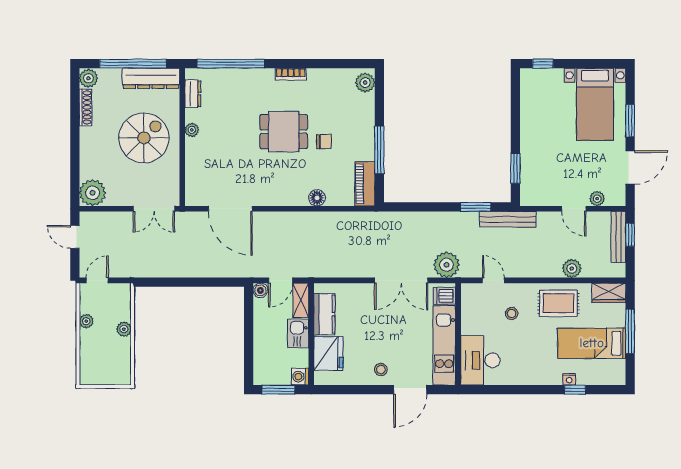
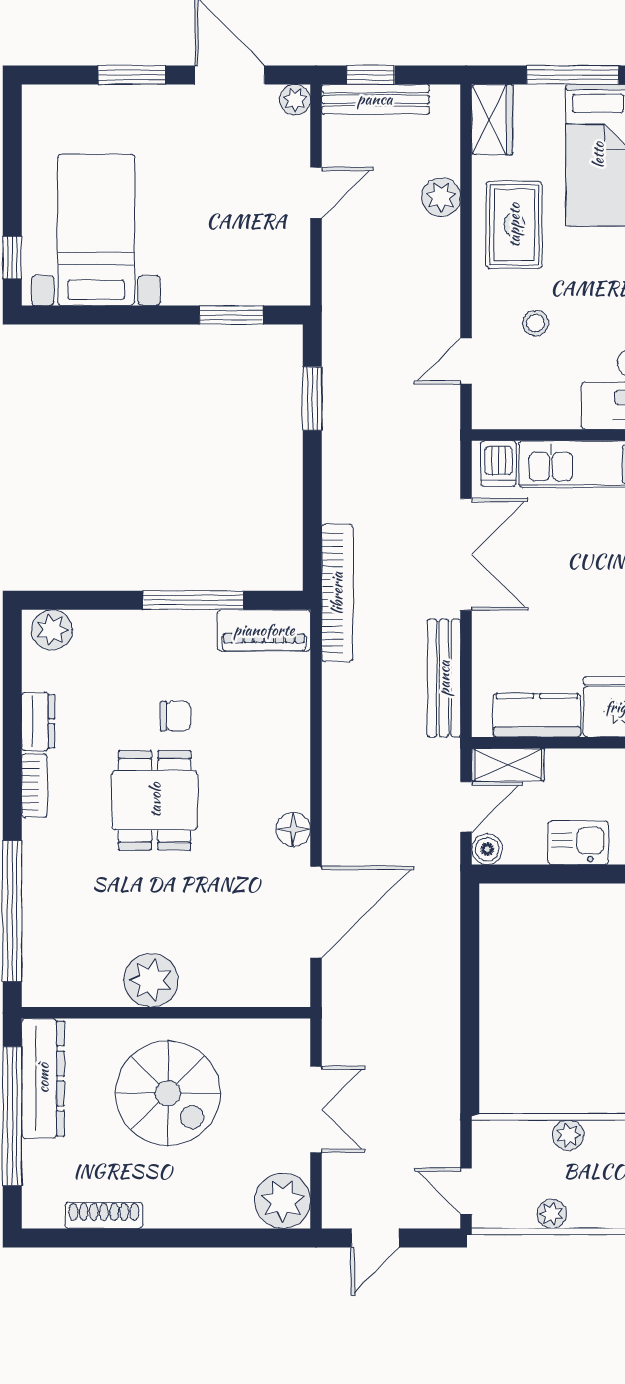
plant: (88, 78) -> (43, 1209), removed
dresser: (193, 94) -> (38, 721), moved, turned 90
bed with nightstands: (595, 104) -> (96, 230), moved, turned -90
plant: (192, 130) -> (151, 980), width x1.88, depth x1.88
spiral stairs: (144, 138) -> (168, 1093), turned 180
chair: (324, 142) -> (176, 716), turned 90
floor lamp: (317, 198) -> (293, 830), moved
plant: (597, 199) -> (295, 100), moved
double door: (154, 209) -> (316, 1109), moved
bookcase: (383, 219) -> (337, 593), added
bench: (508, 219) -> (444, 678), moved
plant: (447, 265) -> (433, 459), removed
door: (281, 280) -> (466, 807), hinge flipped
kitchen sink: (298, 333) -> (578, 843), moved, turned 180

